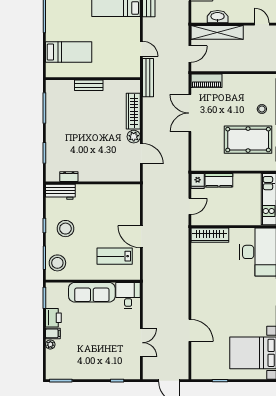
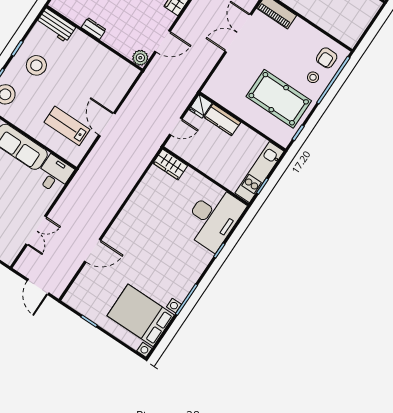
armchair: (262, 89) -> (327, 58), added
plant: (134, 137) -> (140, 58), moved
door: (141, 154) -> (162, 41), hinge flipped
dresser: (69, 177) -> (94, 29), moved
wardrobe: (210, 235) -> (170, 164), width x0.67
door: (190, 330) -> (93, 251), hinge flipped

